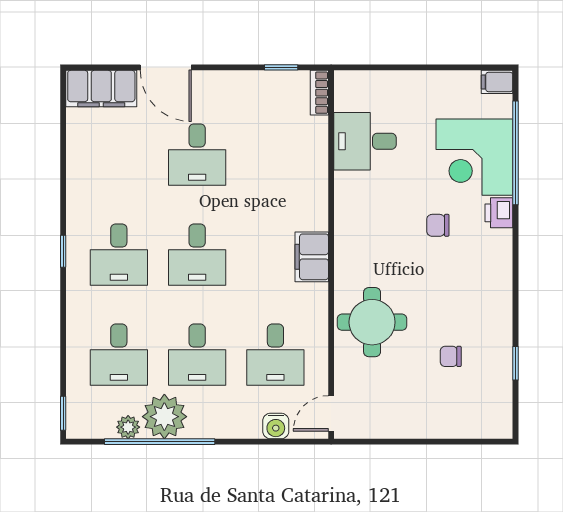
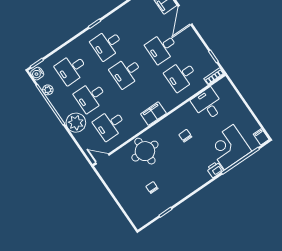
desk: (275, 155) -> (181, 76), added
chair: (438, 225) -> (185, 136), moved
plant: (164, 417) -> (76, 123), moved
water cooler: (276, 426) -> (37, 74), moved

